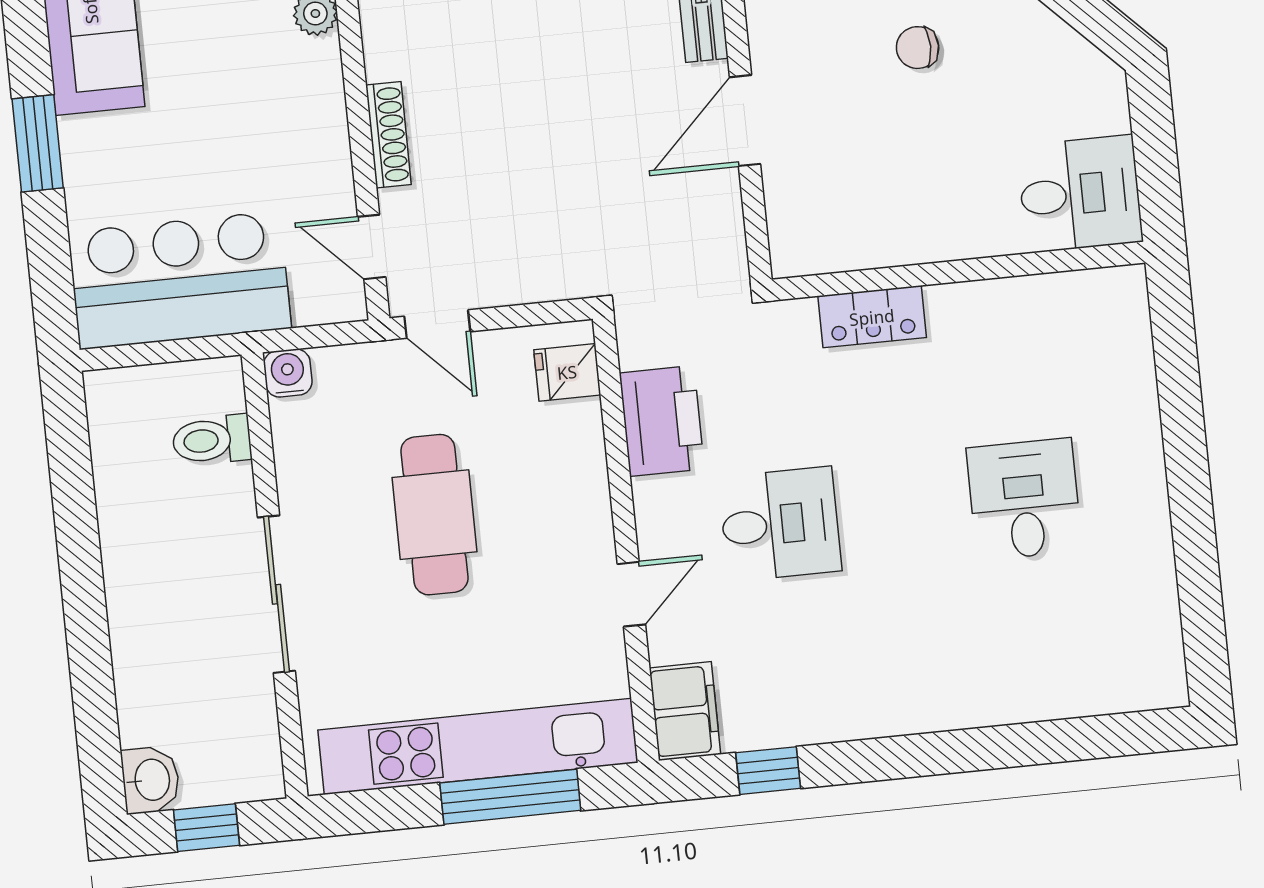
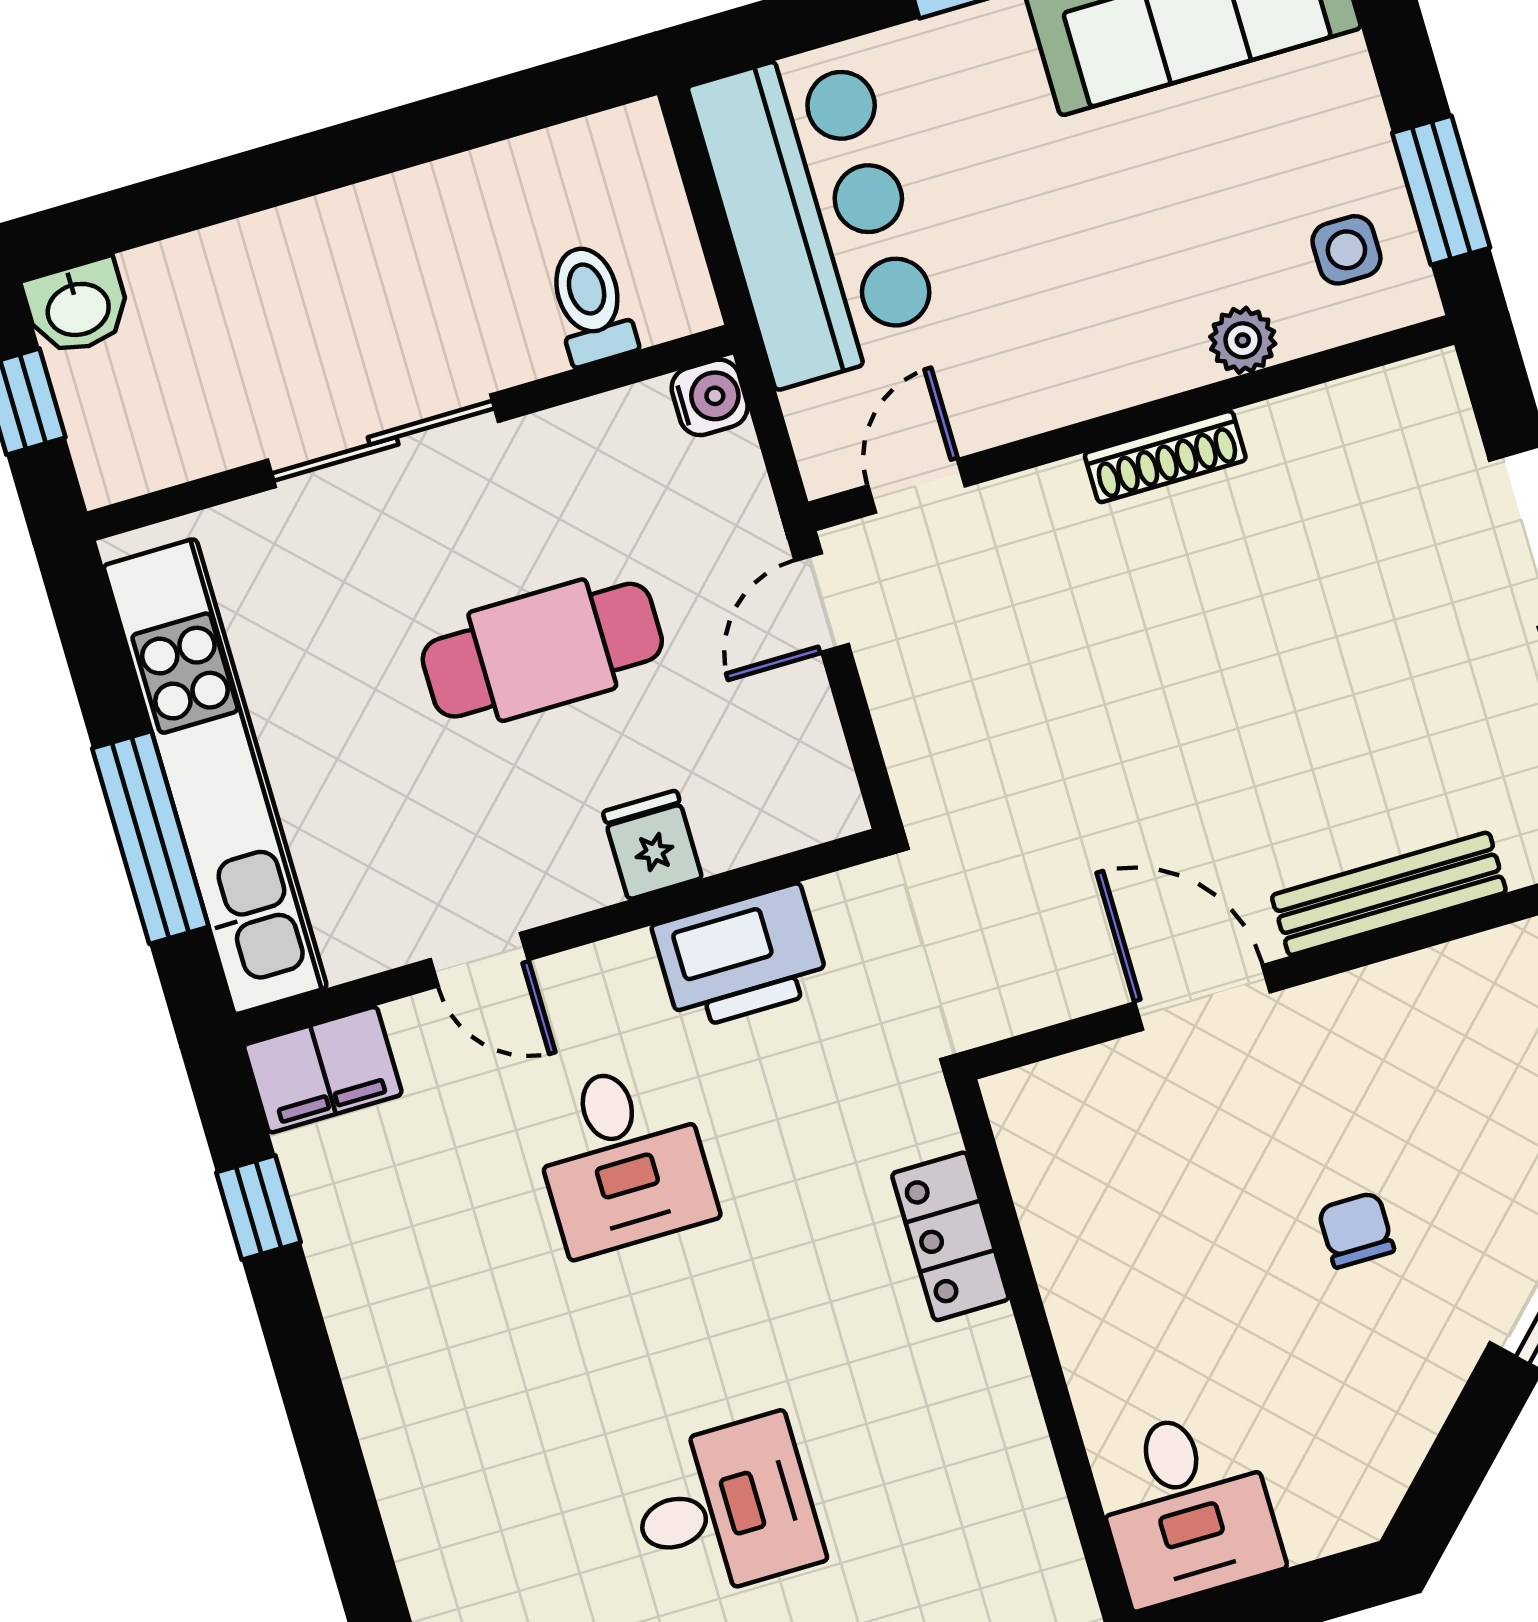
shoe rack: (388, 135) -> (1165, 457), moved
fridge: (567, 372) -> (652, 845), moved

